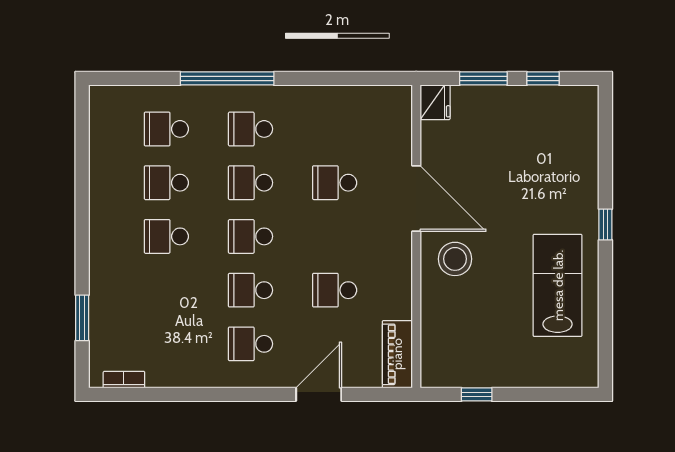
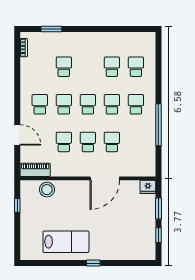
window: (227, 78) -> (158, 125), moved
school desk: (166, 236) -> (64, 67), moved
school desk: (335, 236) -> (88, 142), added
stool: (455, 259) -> (47, 190), moved

